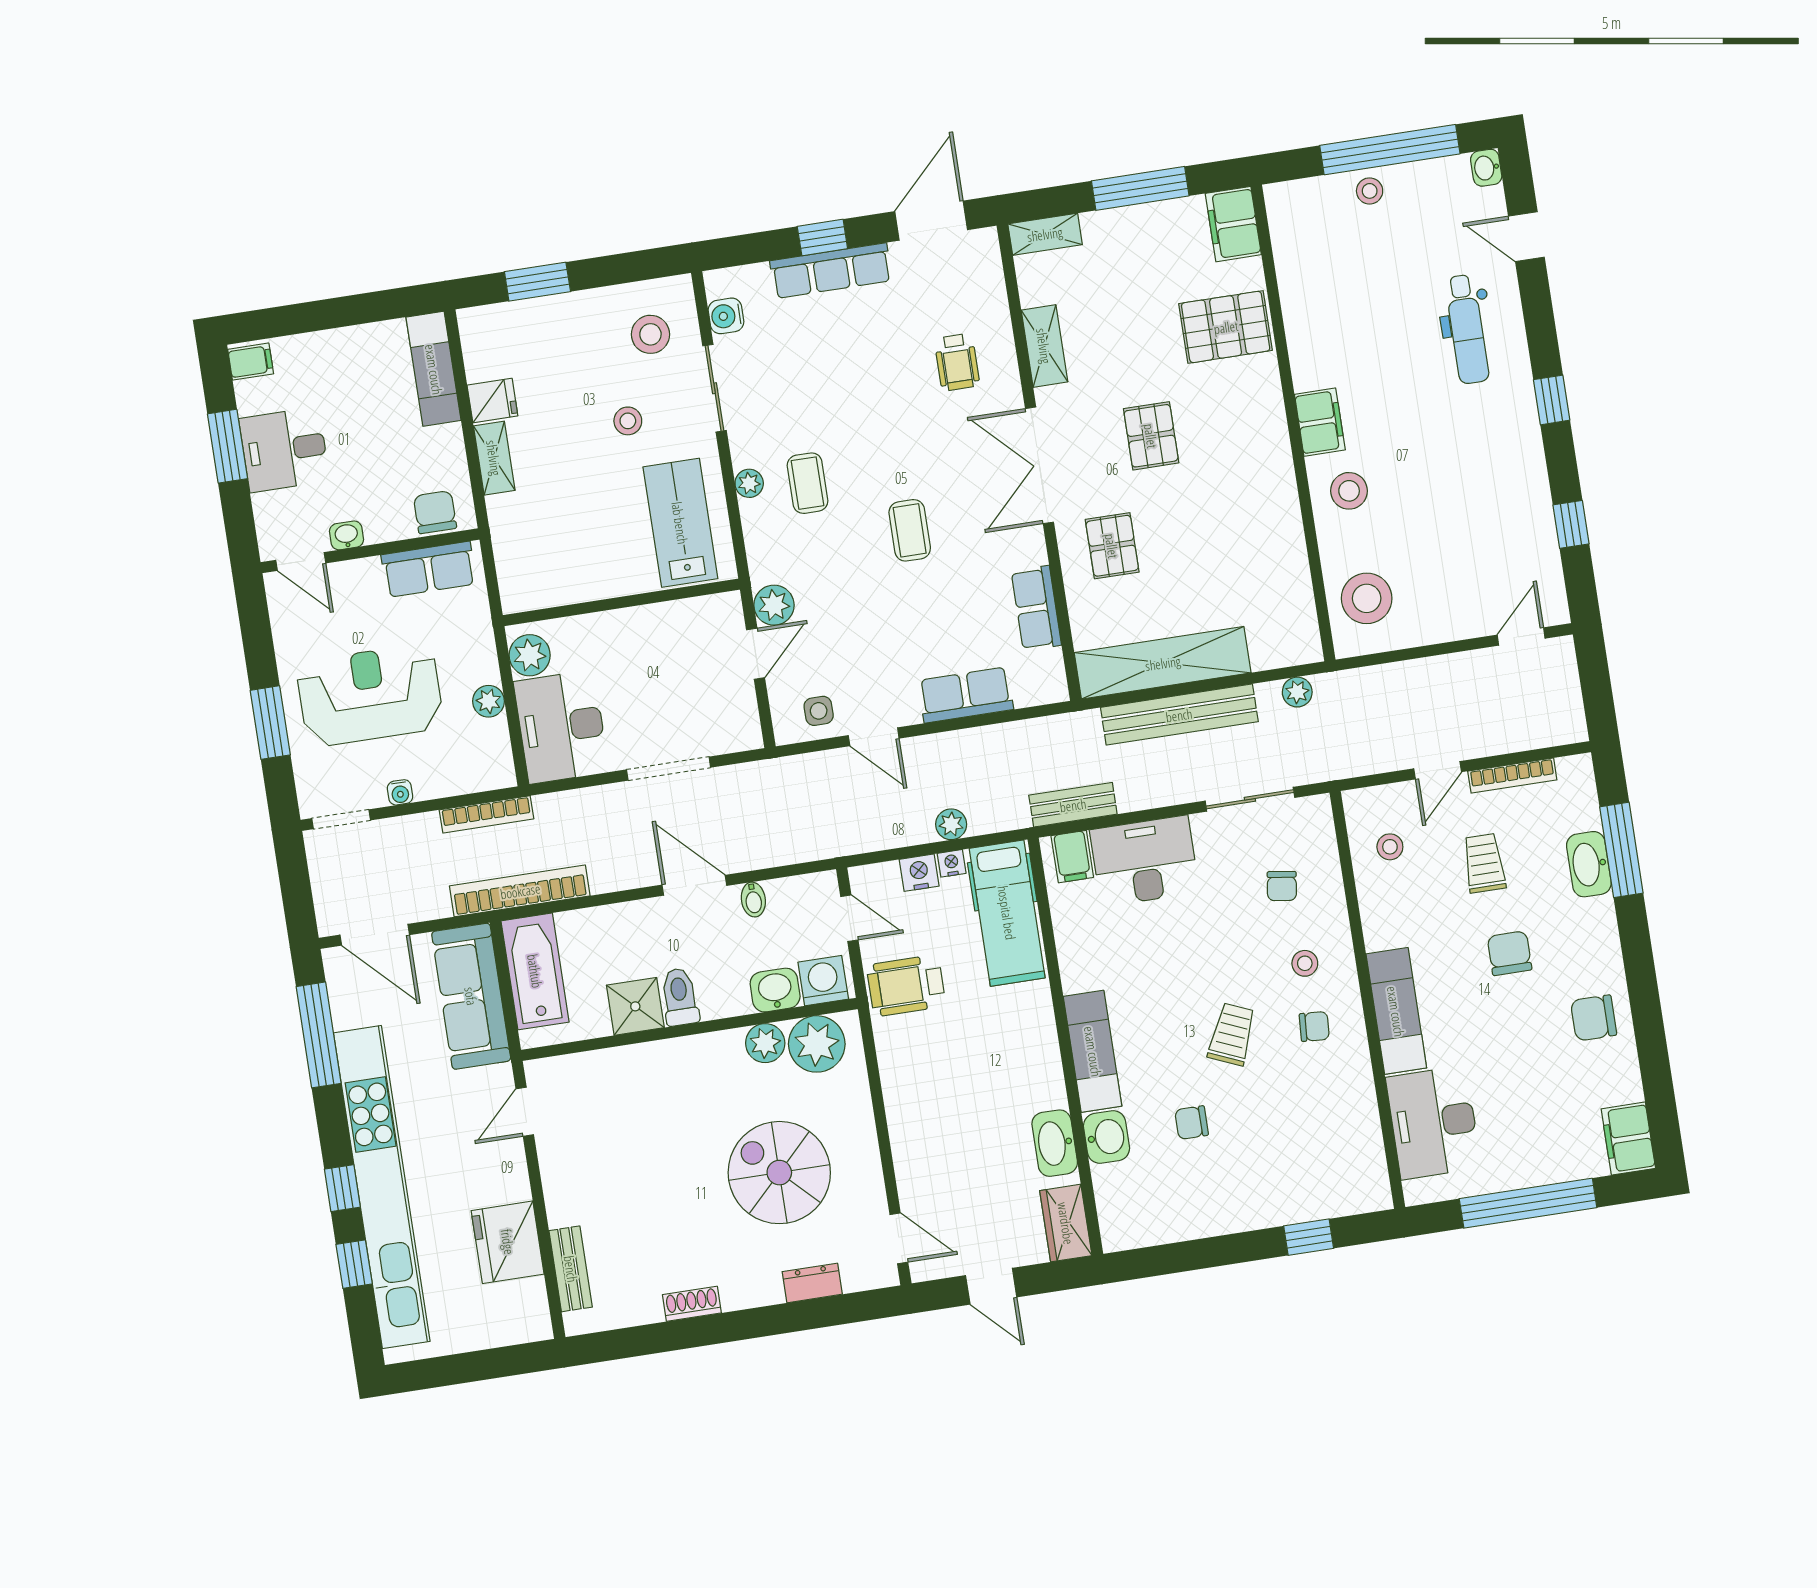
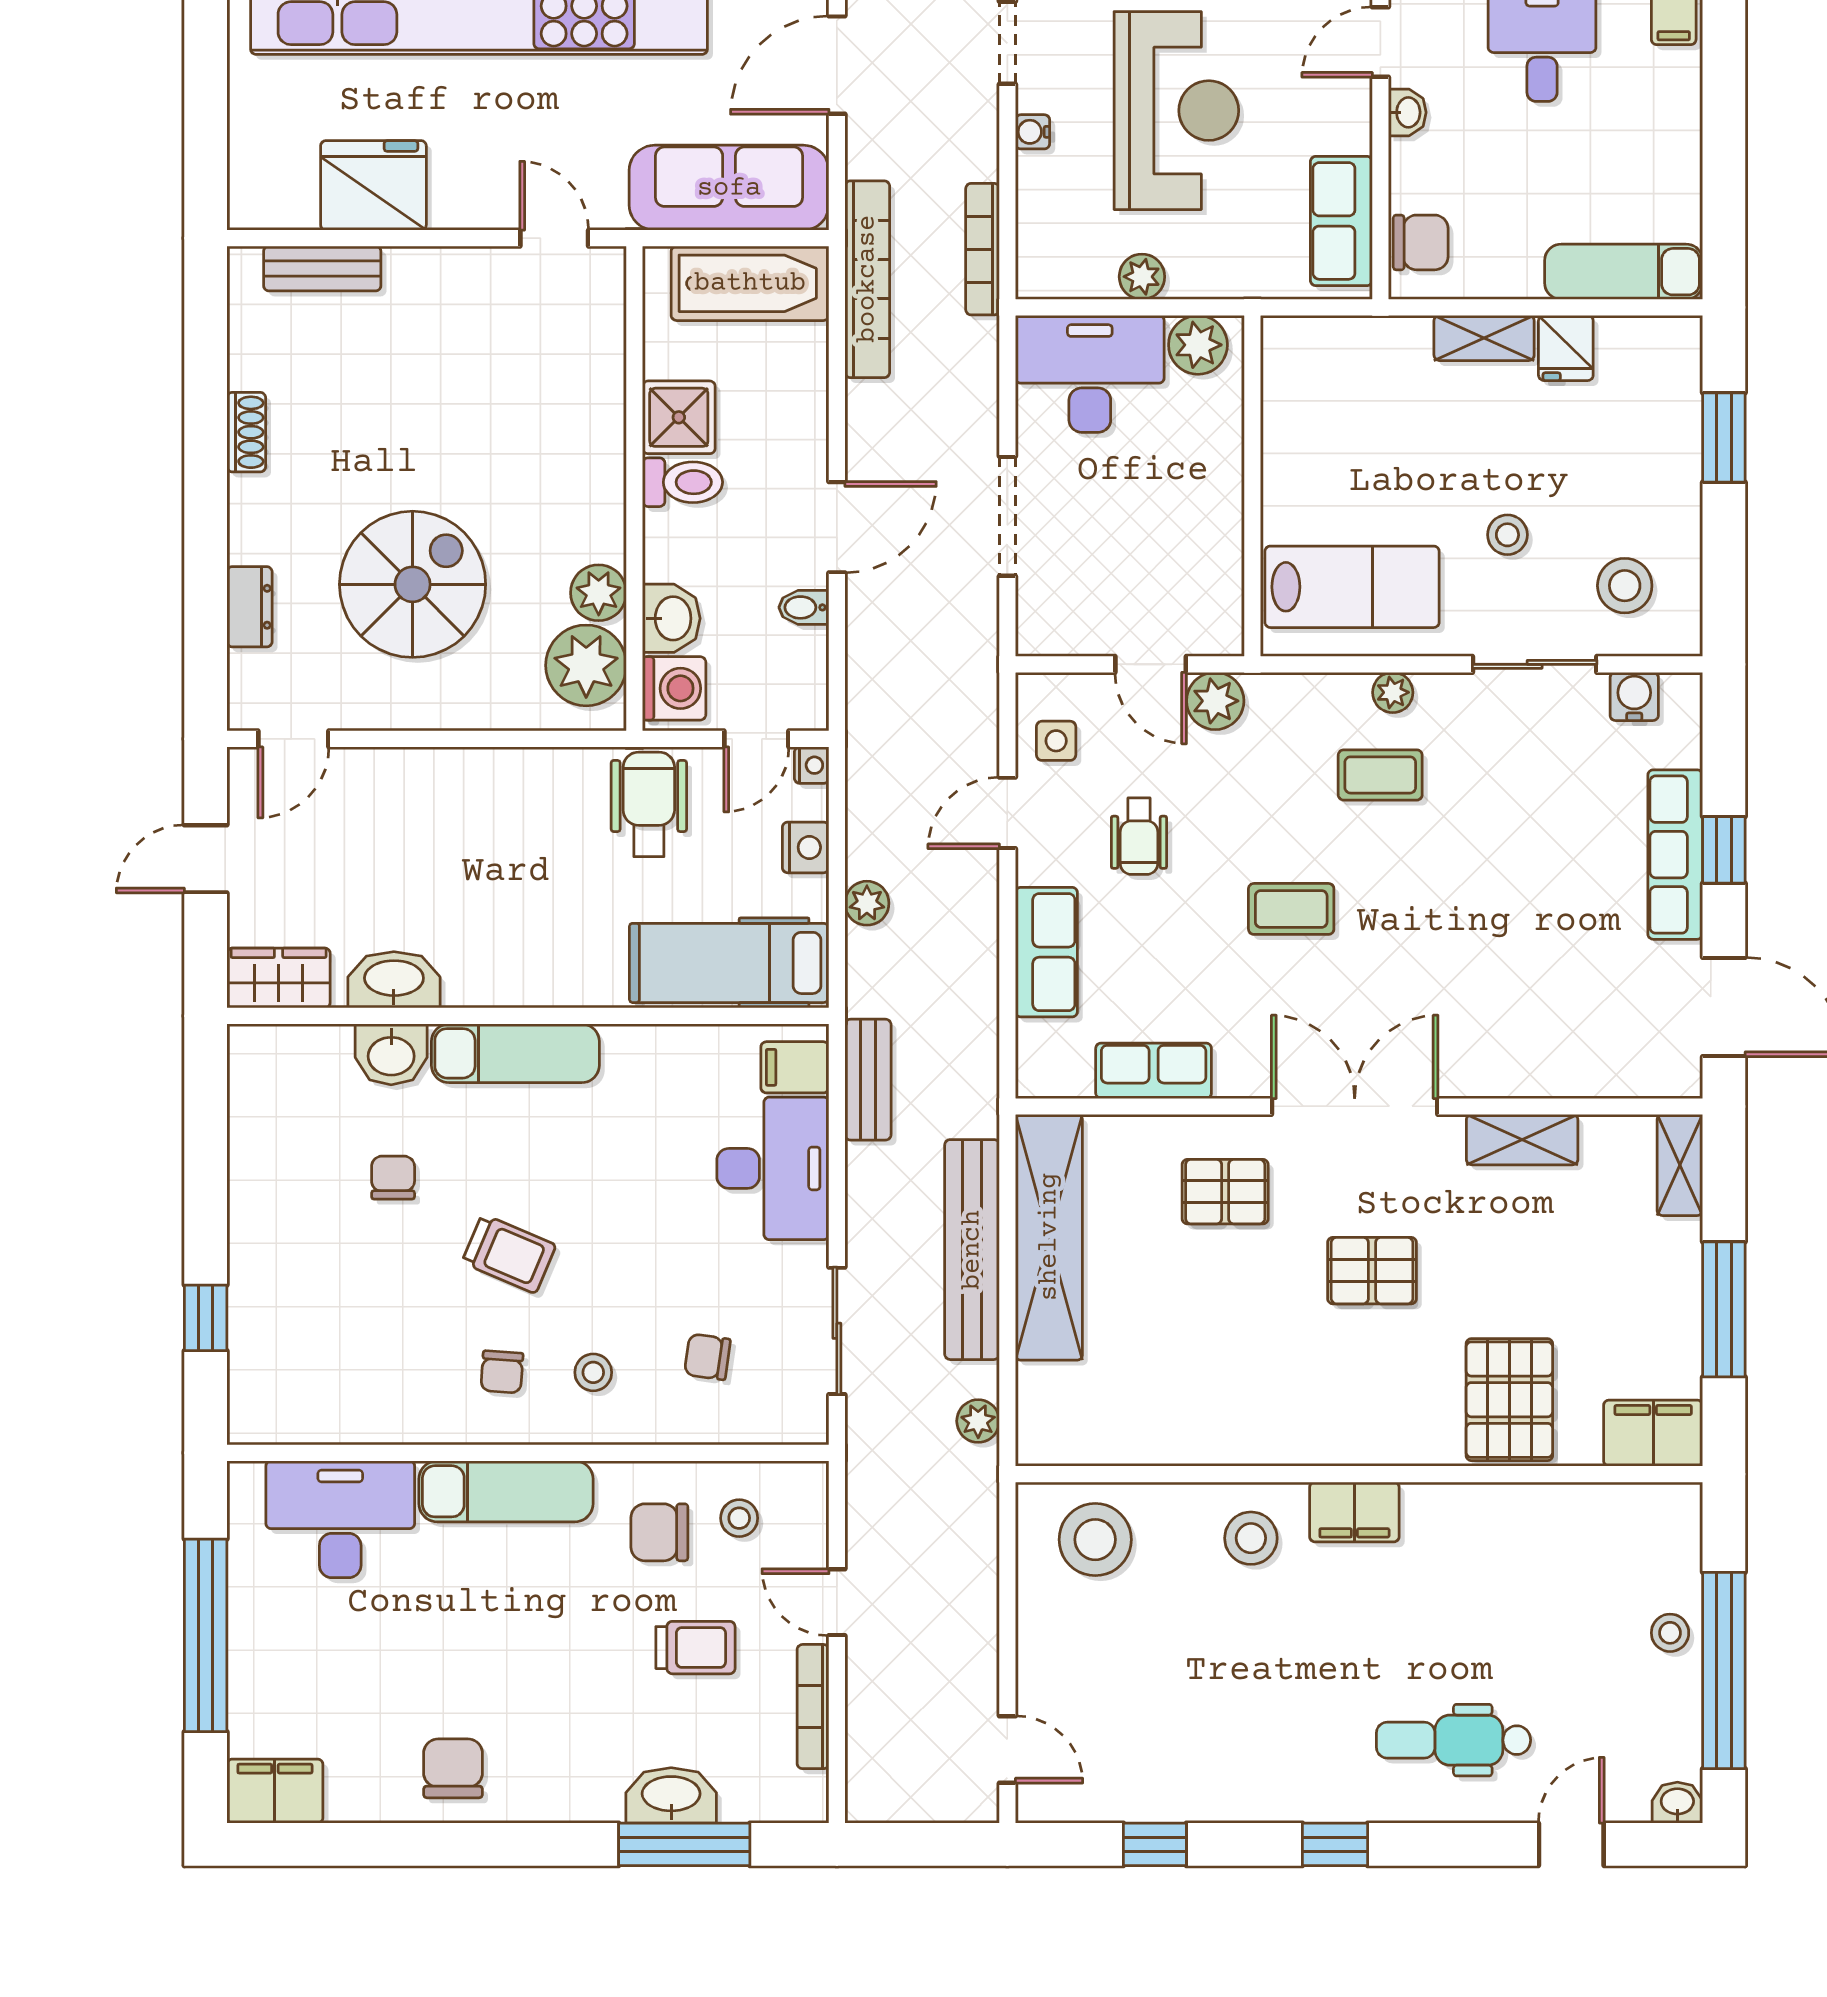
wheelchair: (957, 362) -> (1139, 836), moved, turned -90
nightstand: (952, 863) -> (812, 765), moved
chair: (1510, 953) -> (659, 1532), moved, turned 180

